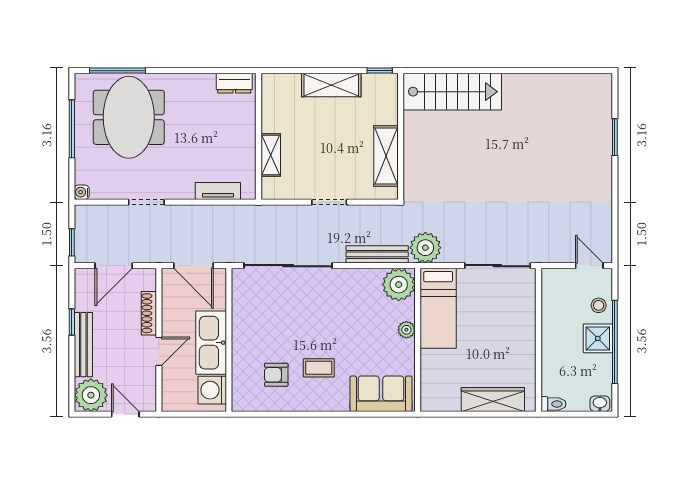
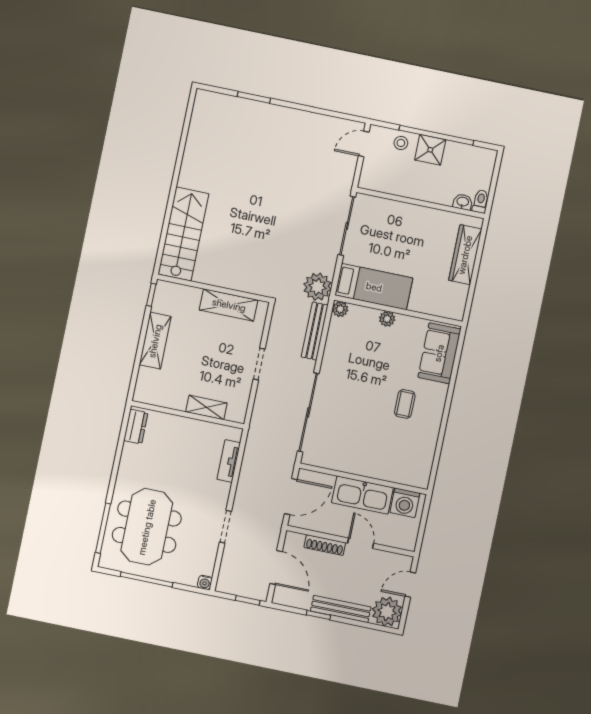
meeting table: (129, 117) -> (147, 527), turned 90
plant: (399, 285) -> (340, 309), width x0.53, depth x0.53
armchair: (276, 375) -> (403, 443), removed
washbasin: (600, 404) -> (463, 202), moved, turned 90

